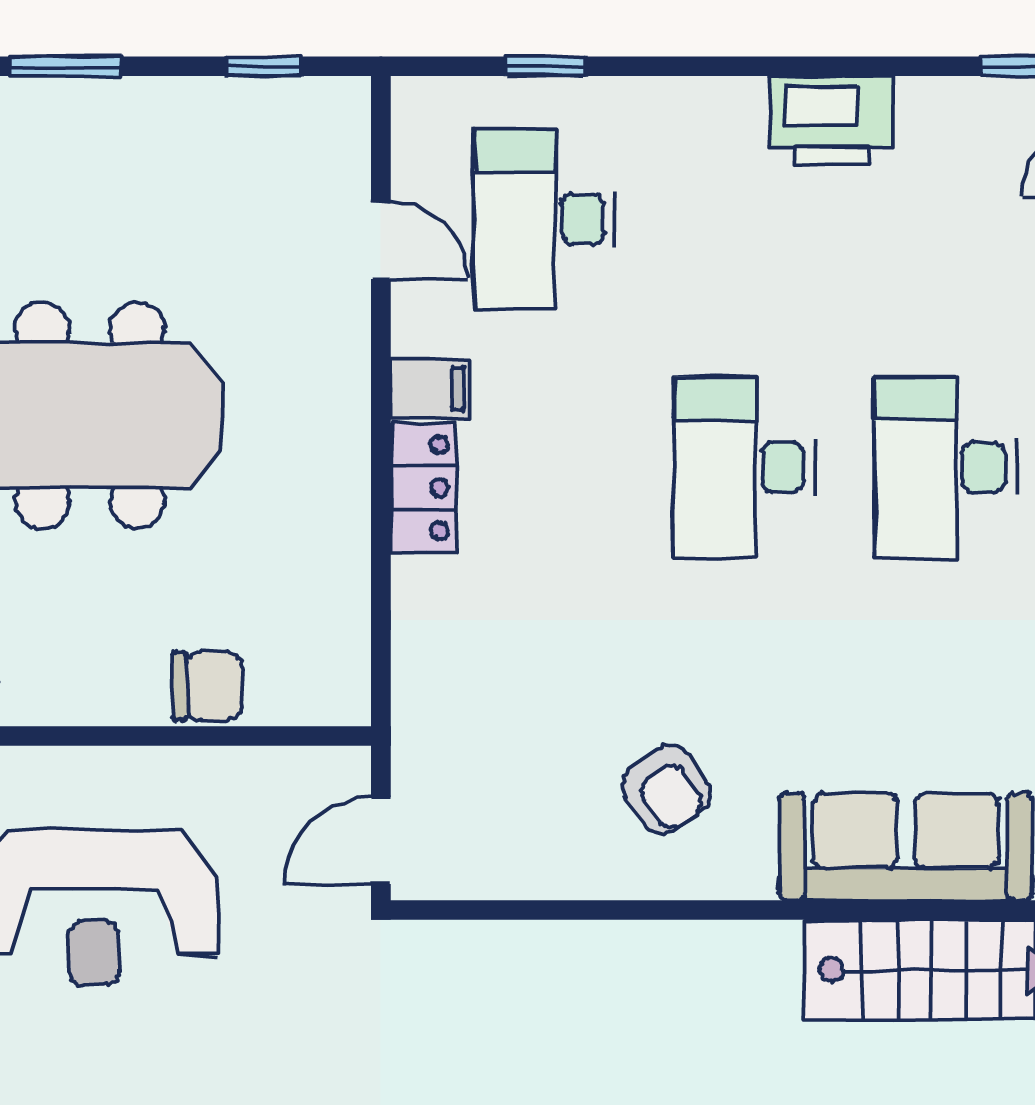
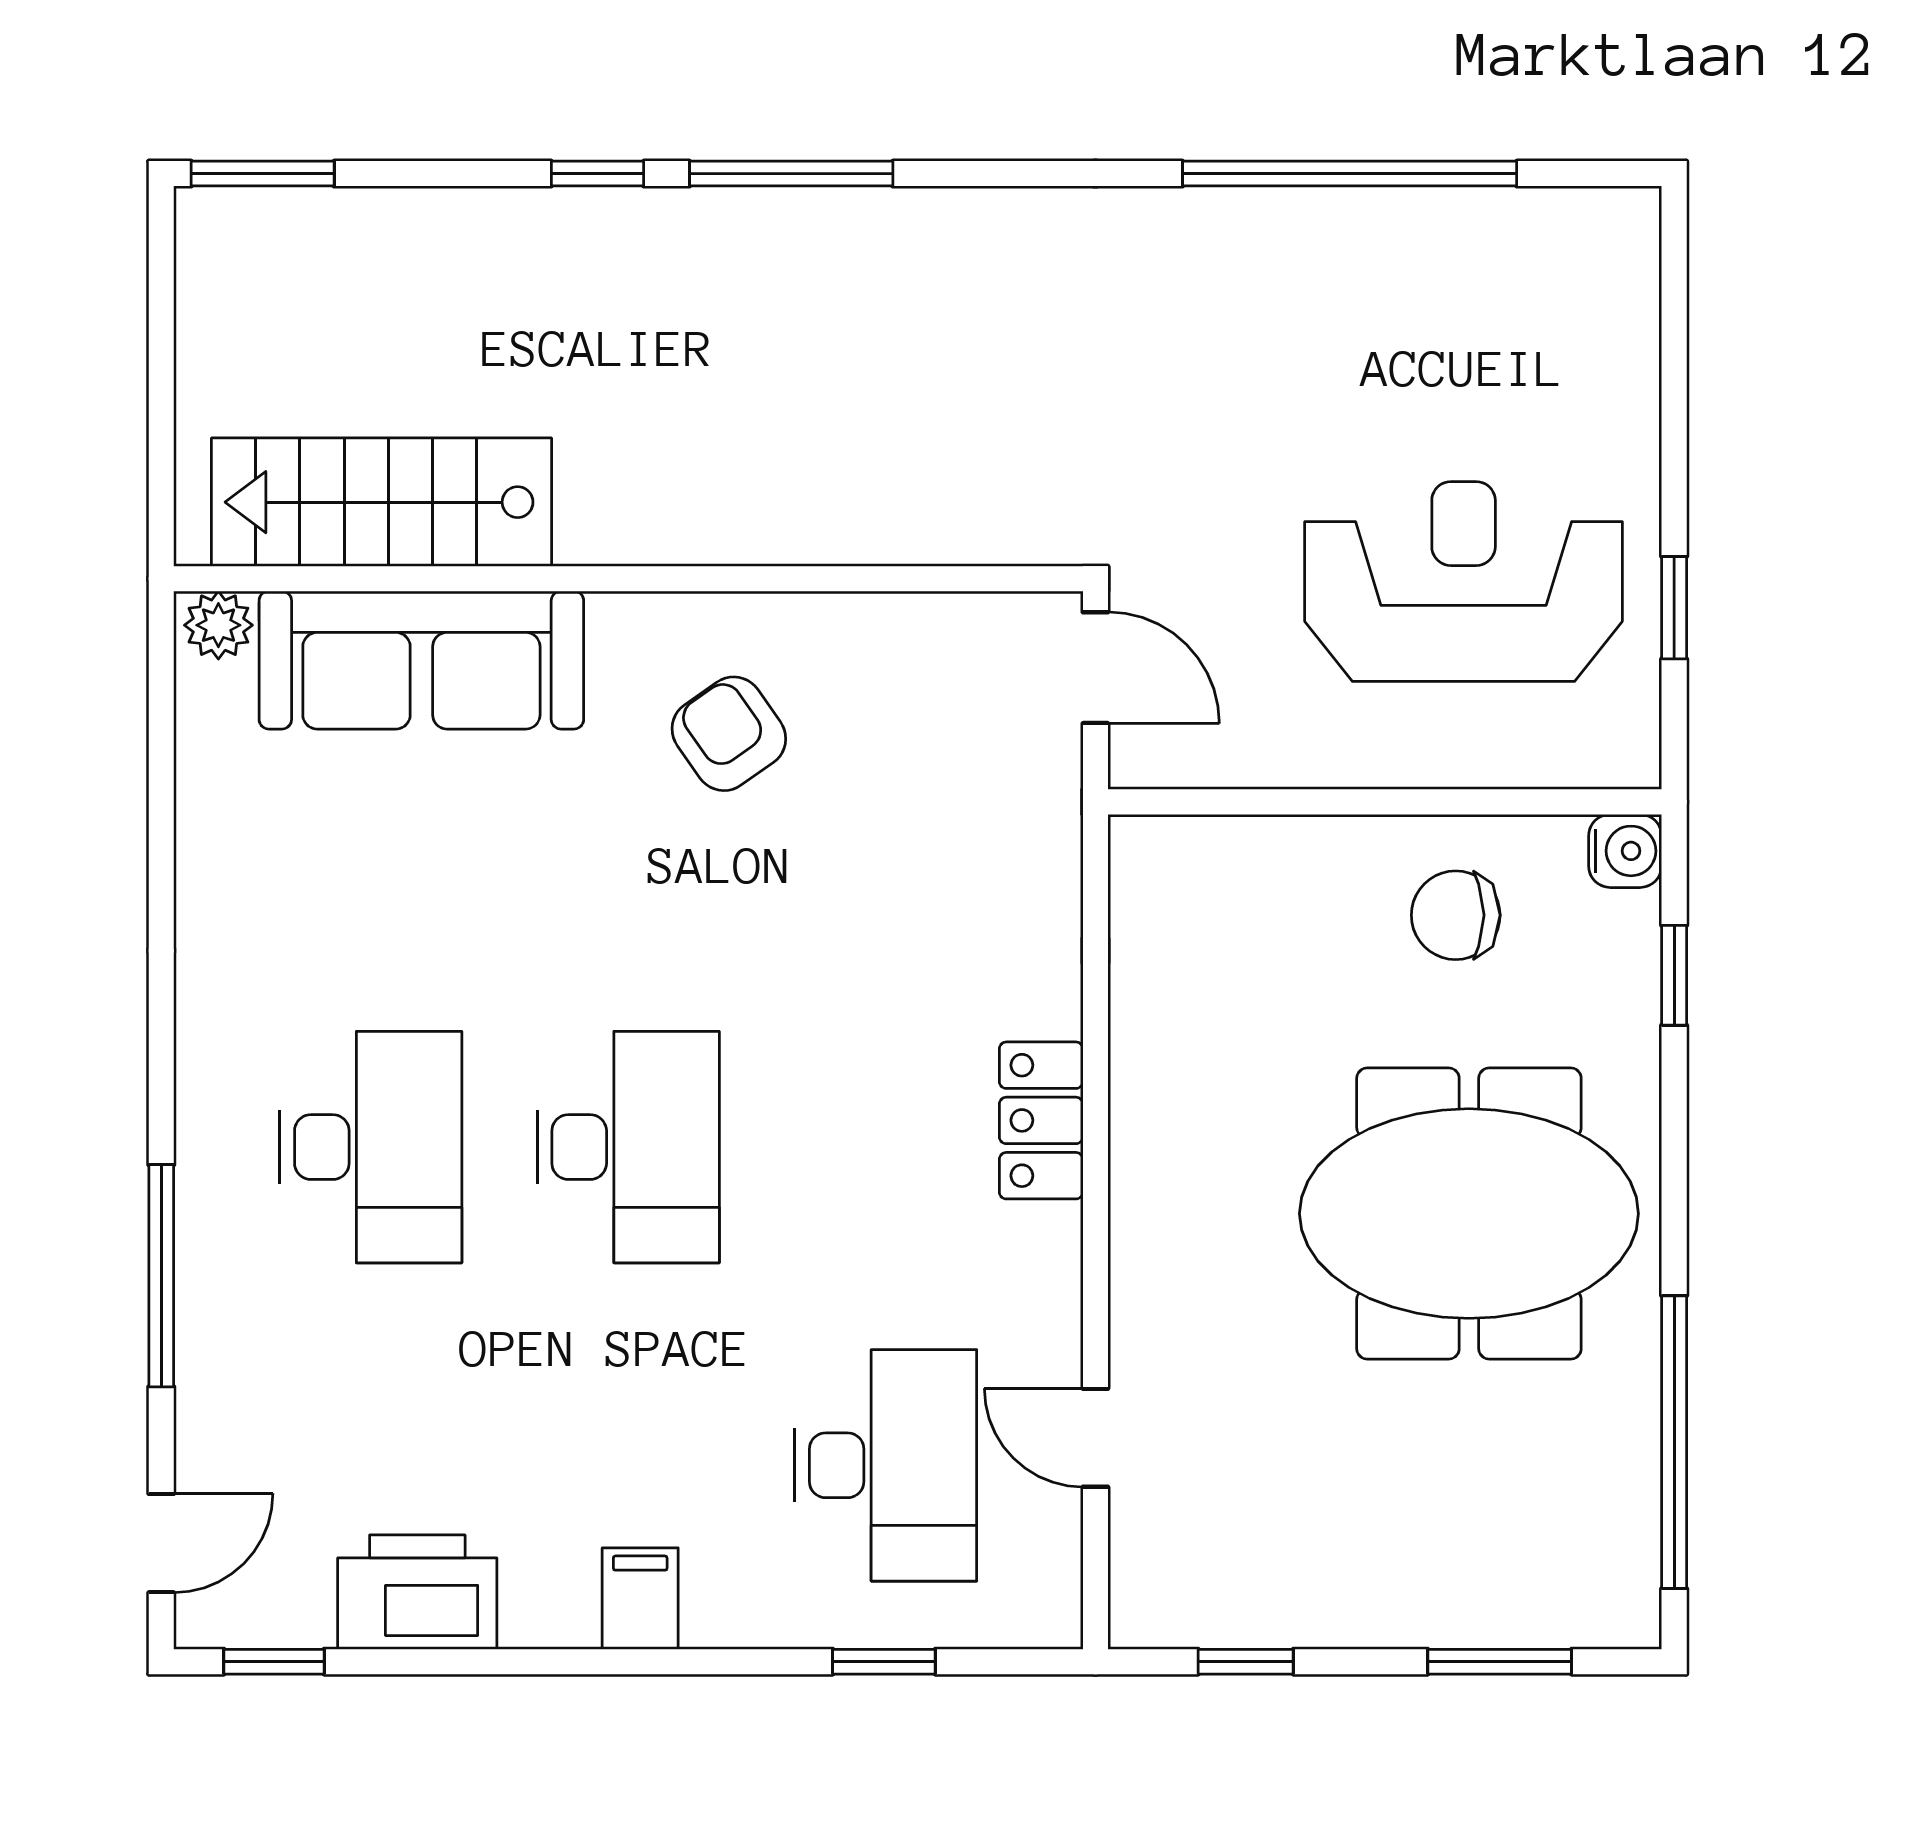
printer: (832, 120) -> (417, 1592), moved
filing cabinet: (430, 389) -> (640, 1599), moved, turned 90
chair: (207, 686) -> (1456, 915), moved
door: (381, 841) -> (1095, 668), hinge flipped

